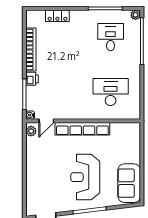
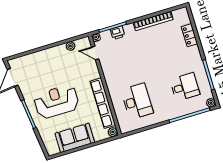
printer: (32, 79) -> (118, 33), moved
plant: (135, 128) -> (113, 132), added
row of seats: (82, 129) -> (103, 103), moved
plant: (31, 131) -> (70, 46), moved
sofa: (129, 183) -> (75, 138), moved

